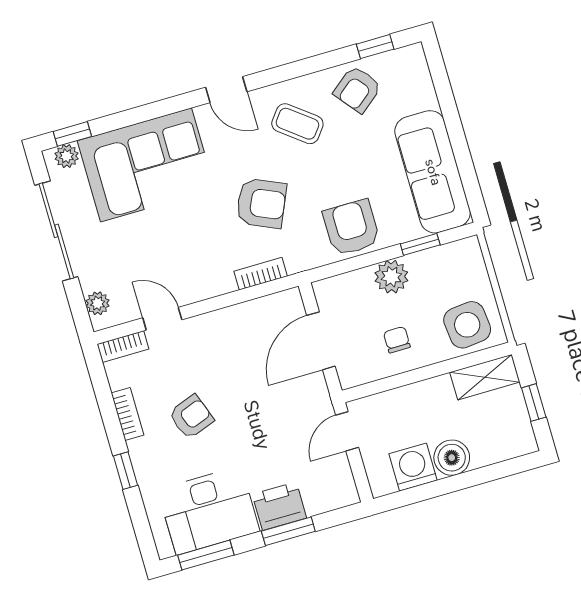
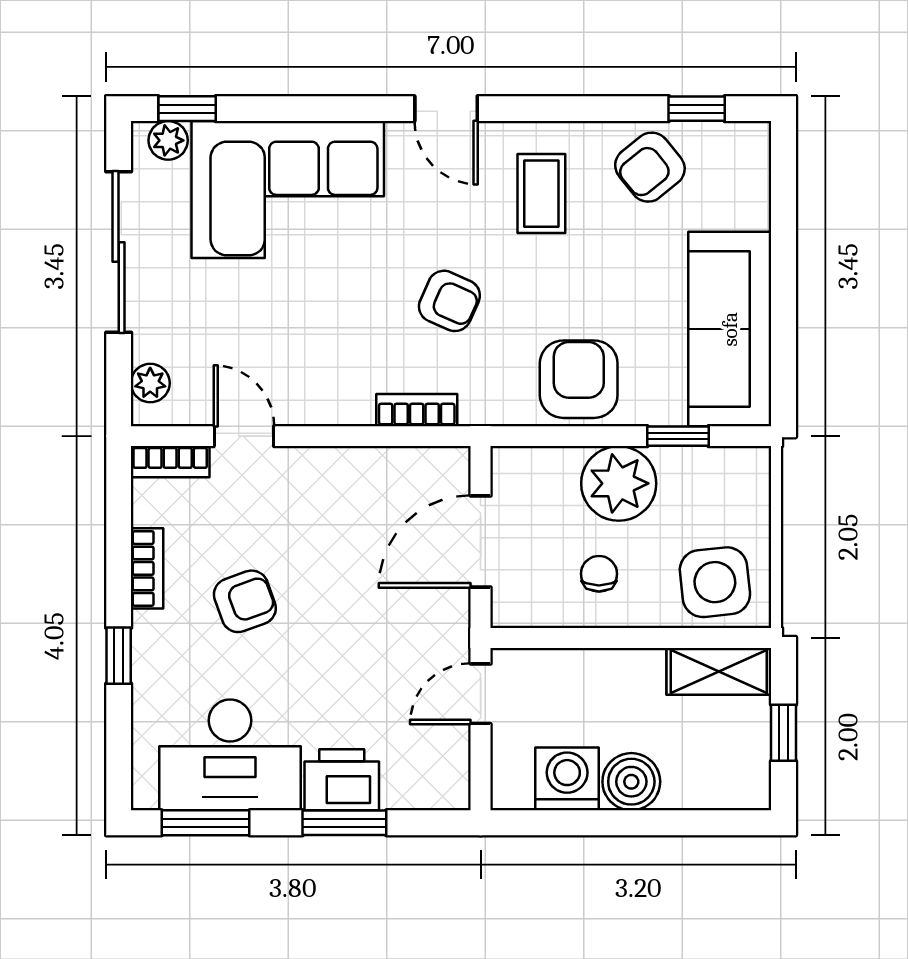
coffee table: (297, 124) -> (541, 194), turned 52
armchair: (261, 203) -> (449, 301), width x0.72, depth x0.72
plant: (391, 277) -> (619, 483), width x1.36, depth x1.36

